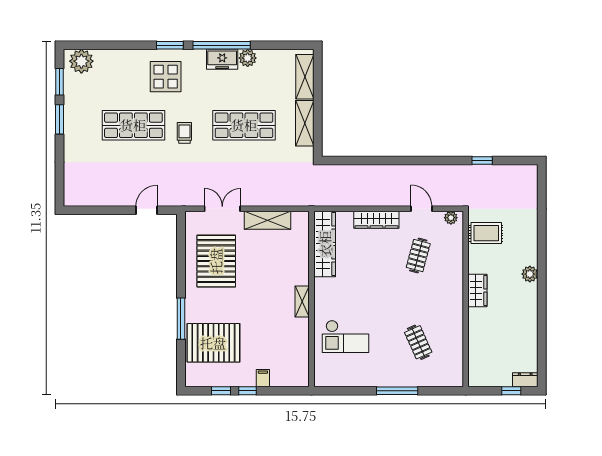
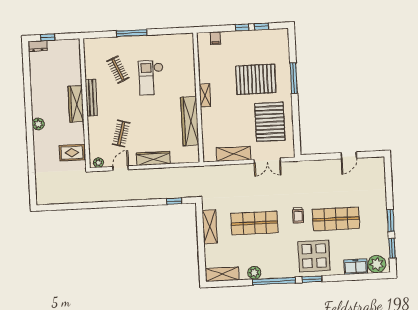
freezer: (222, 59) -> (356, 267), moved
display table: (166, 77) -> (314, 256), width x1.36, depth x1.36
shelving: (305, 77) -> (222, 274), moved, turned 90
window: (482, 160) -> (174, 201), moved
door: (421, 209) -> (121, 168), swing flipped
door: (147, 210) -> (349, 155), moved
wardrobe: (325, 244) -> (190, 121), moved
wardrobe: (477, 291) -> (76, 104), width x1.50
bench: (456, 306) -> (91, 98), added
checkout: (345, 336) -> (151, 78), moved, turned -90
pallet: (213, 343) -> (256, 79), moved
filing cabinet: (263, 378) -> (215, 38), moved

